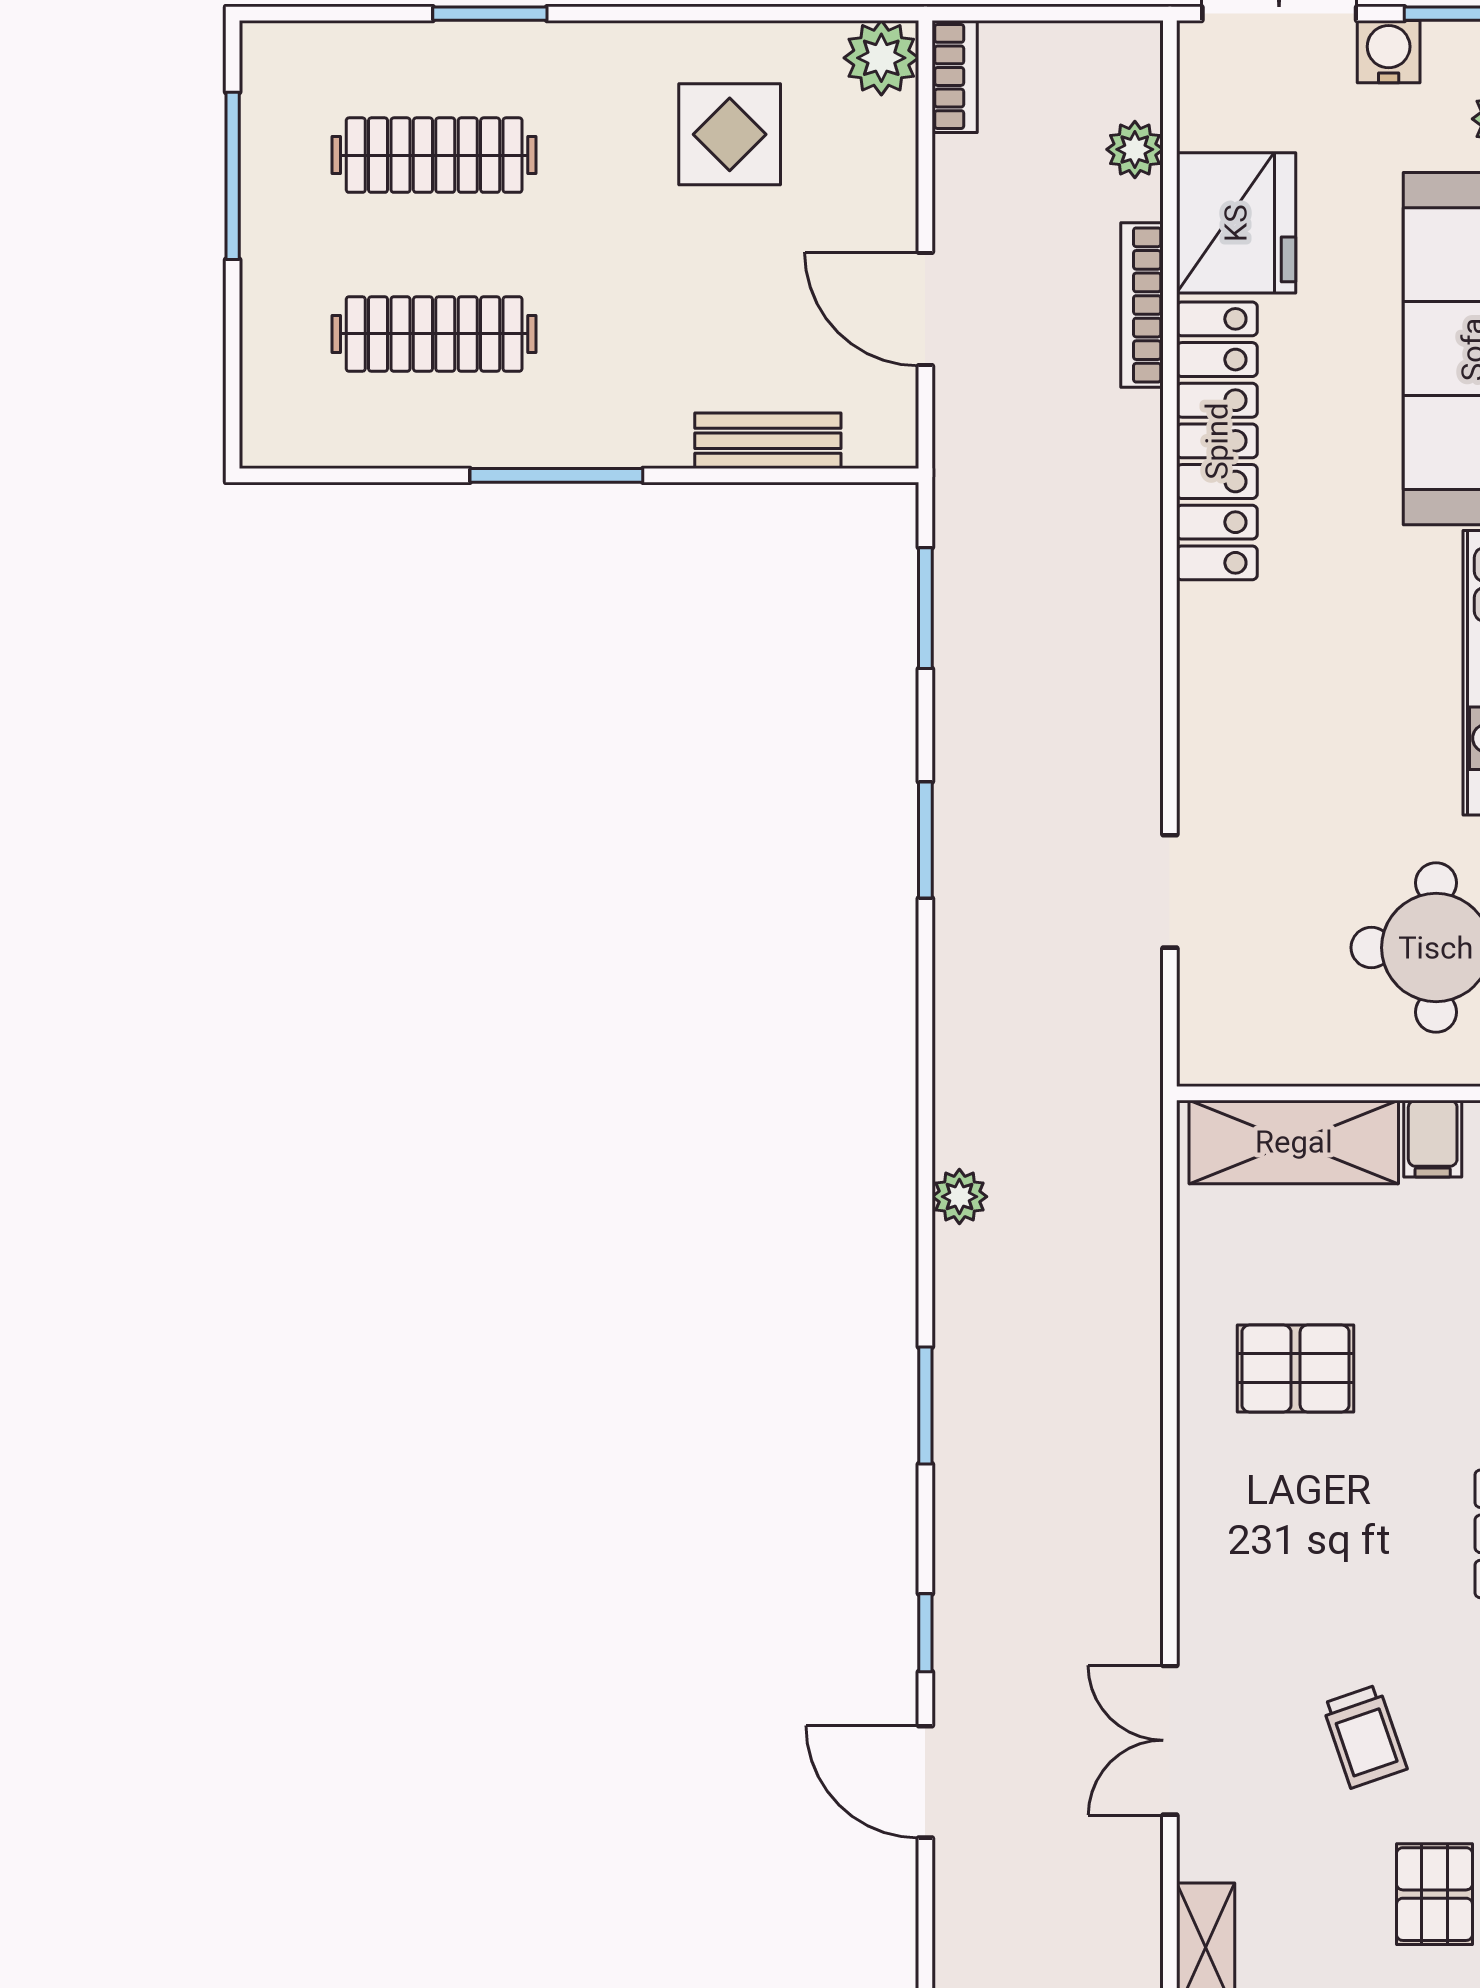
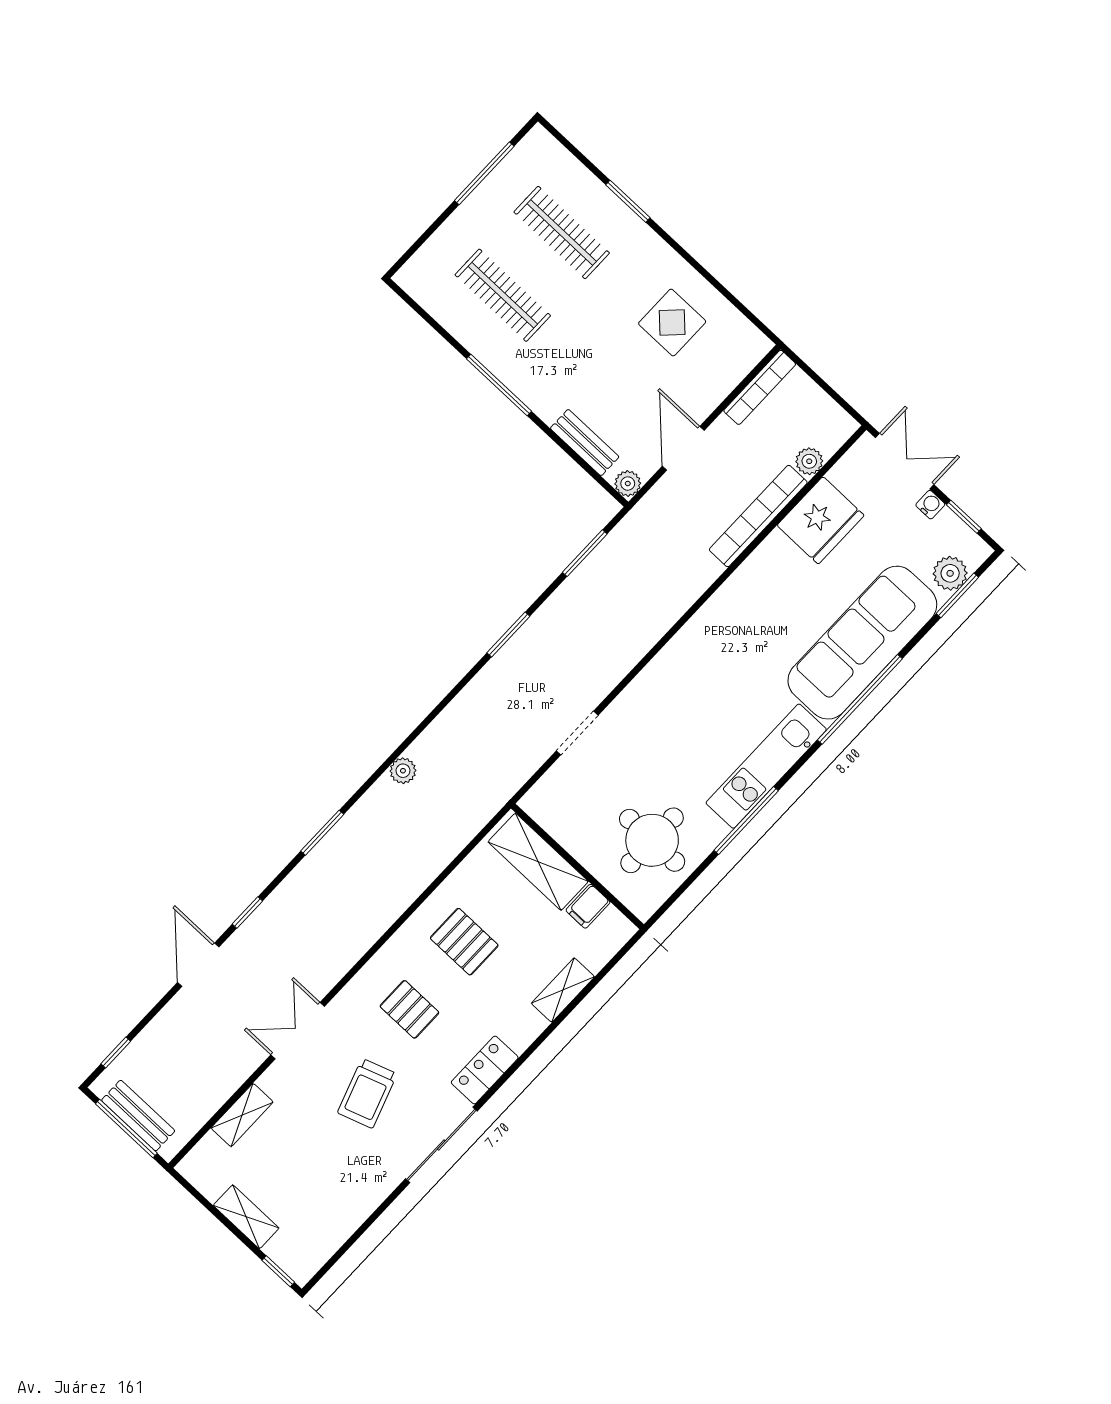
water cooler: (1389, 52) -> (930, 505), width x0.72, depth x0.72
plant: (881, 58) -> (628, 484), moved, width x0.73, depth x0.73
bookcase: (955, 76) -> (760, 387), width x1.56
bookcase: (1142, 305) -> (758, 516), width x1.48, depth x1.31
locker: (1217, 441) -> (742, 590), removed
trolley: (1364, 1736) -> (367, 1093), width x1.36, depth x1.39
pallet: (1434, 1894) -> (409, 1009), moved, turned 90

